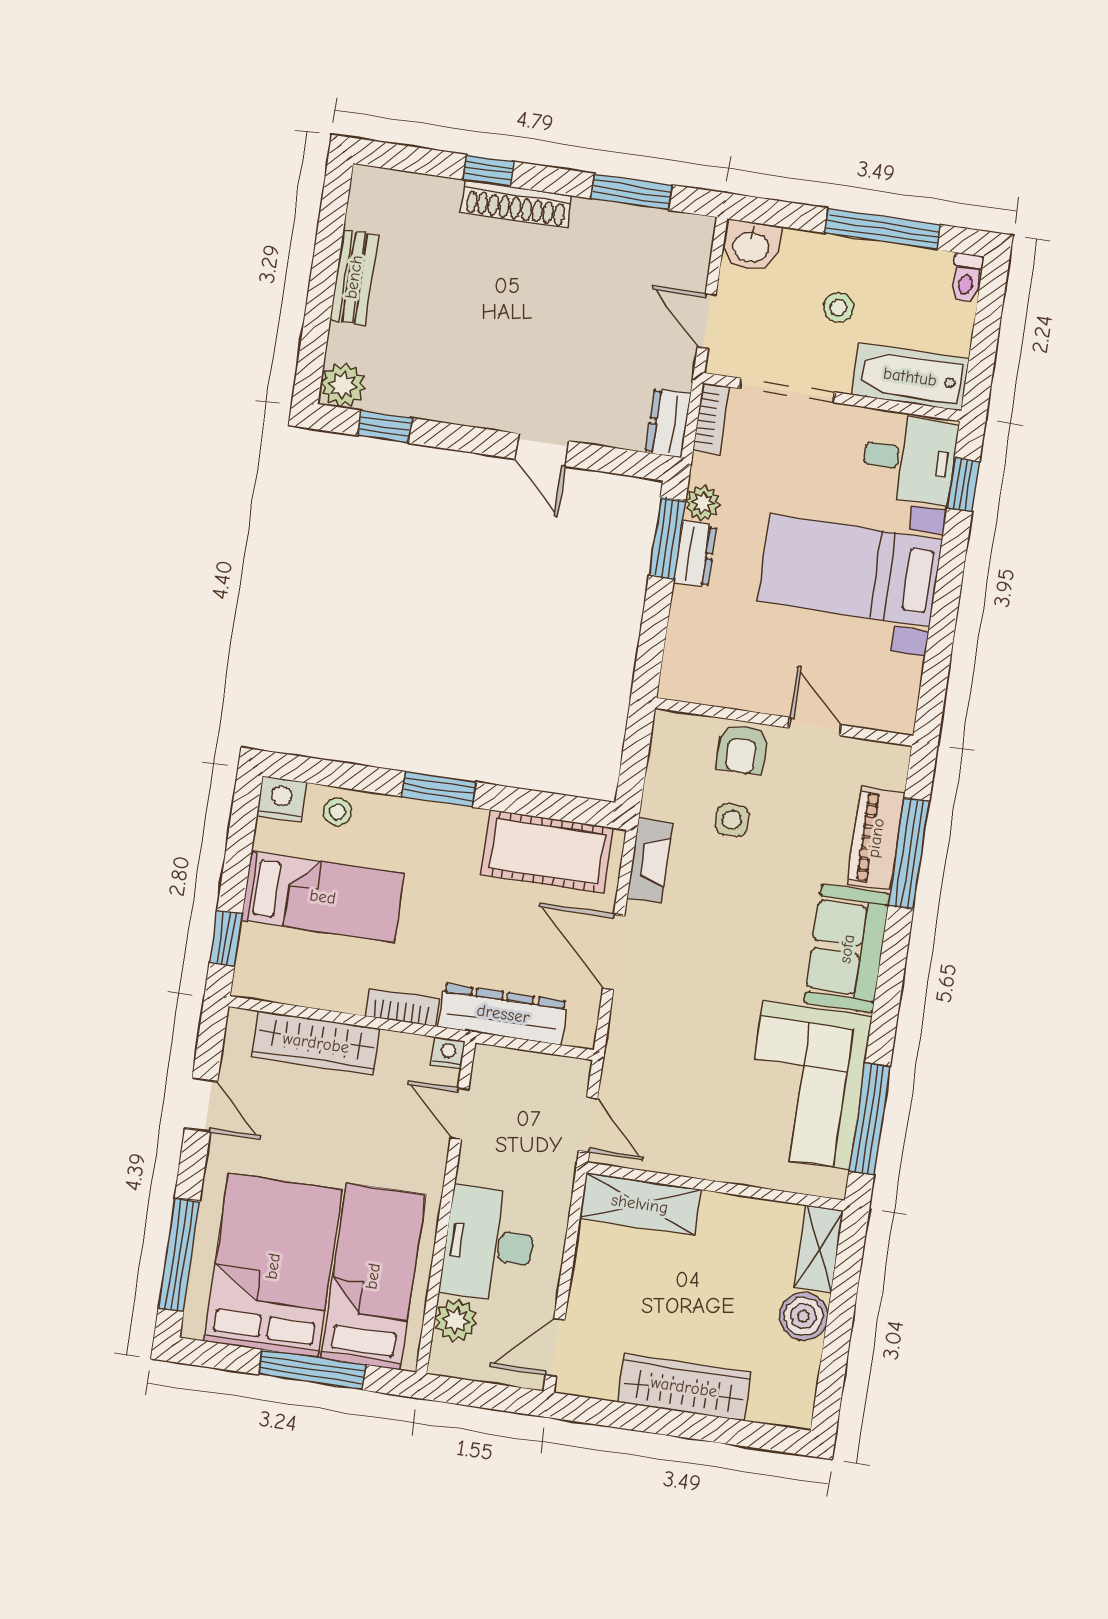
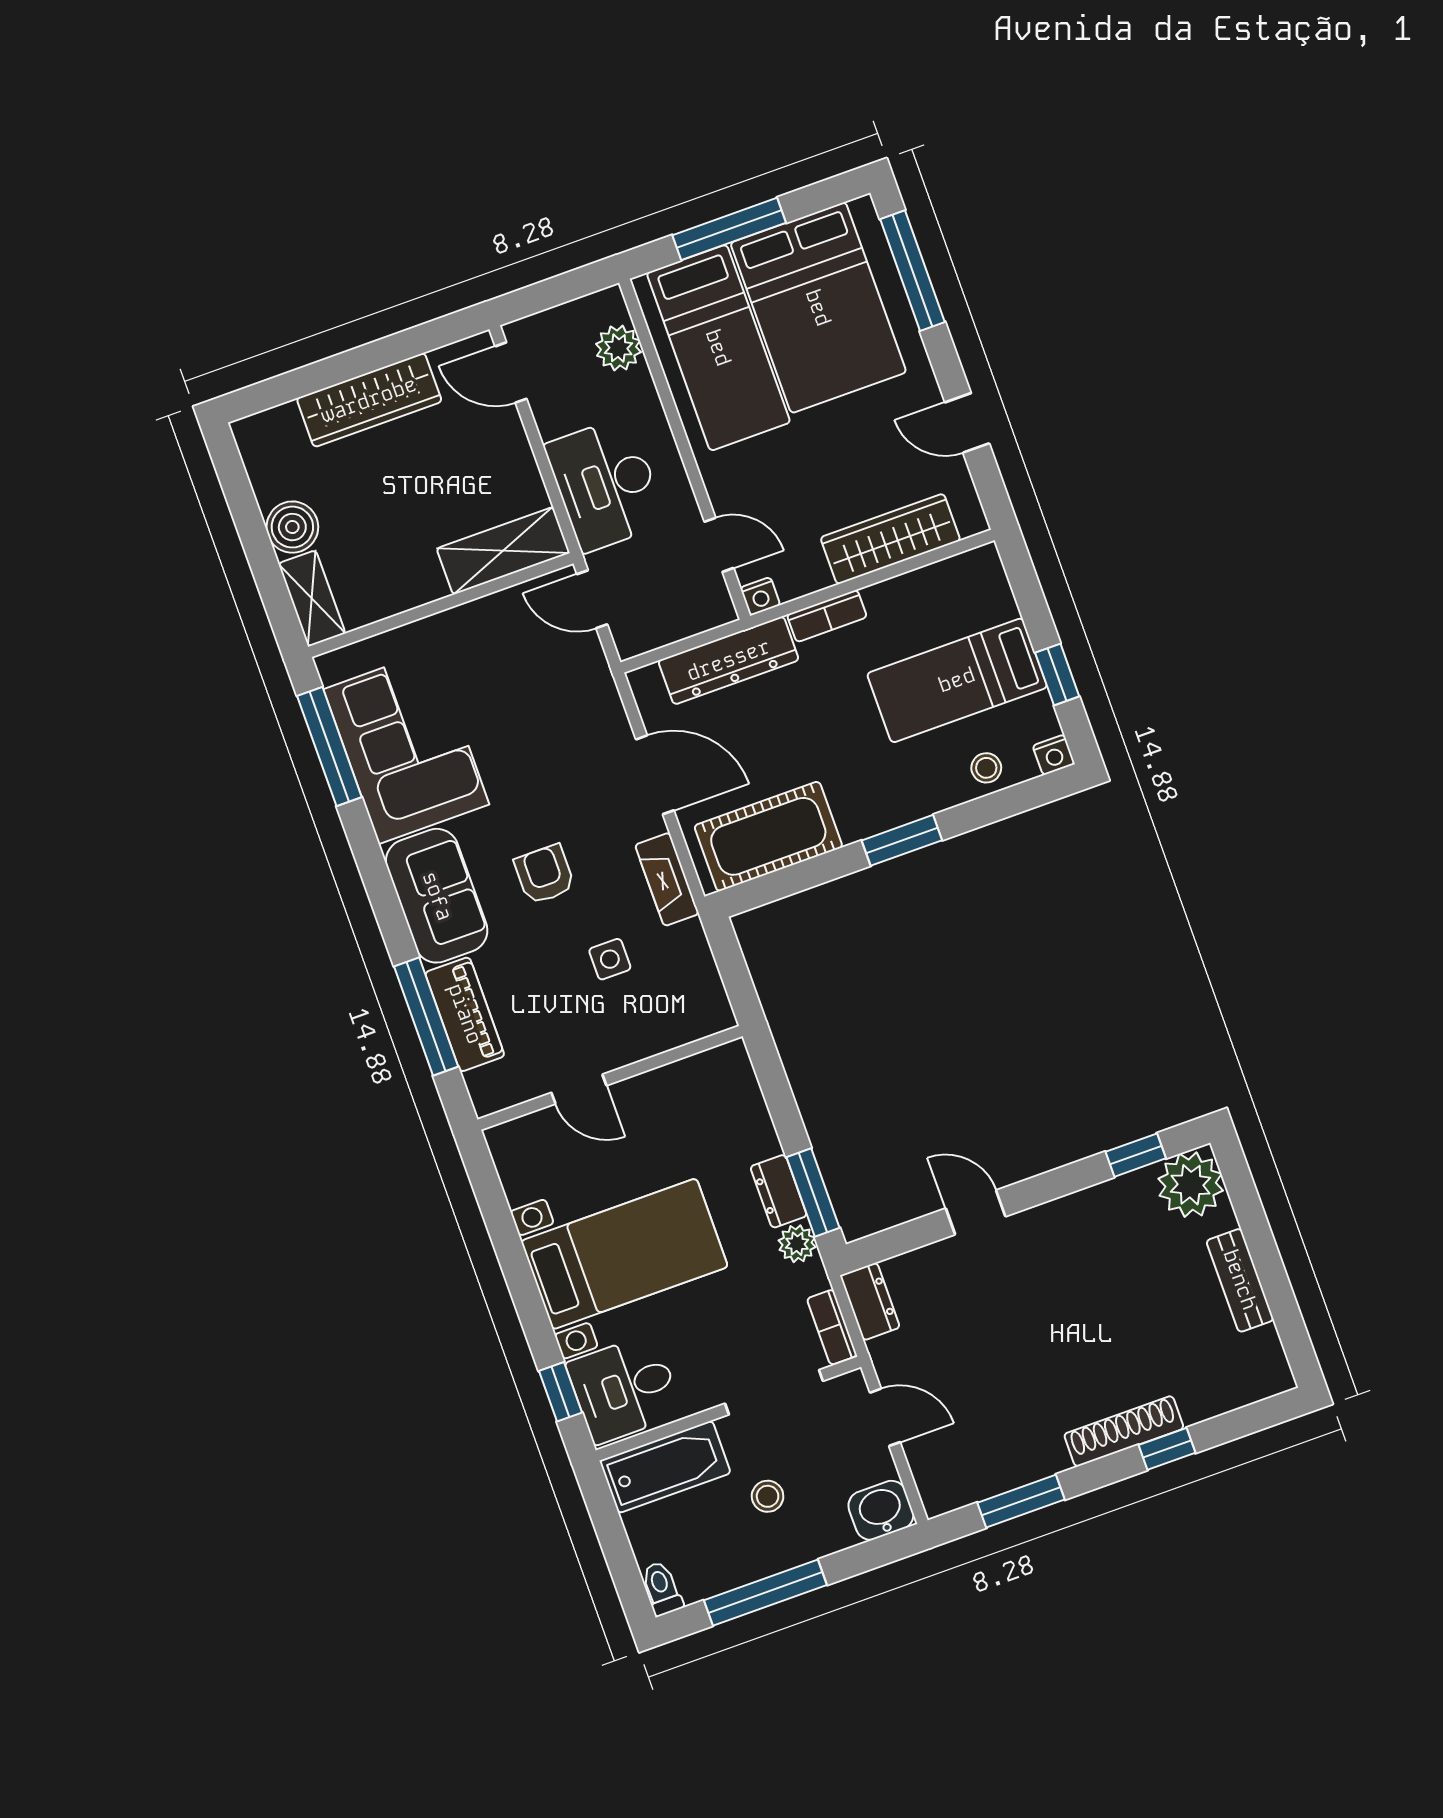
plant: (343, 385) -> (1191, 1185), width x1.36, depth x1.36
armchair: (742, 749) -> (544, 874), moved
nightstand: (281, 799) -> (1054, 755), width x0.72, depth x0.74
window: (226, 938) -> (1057, 675), moved
desk: (489, 1244) -> (606, 484), moved, turned 180
door: (555, 1347) -> (511, 373), swing flipped

